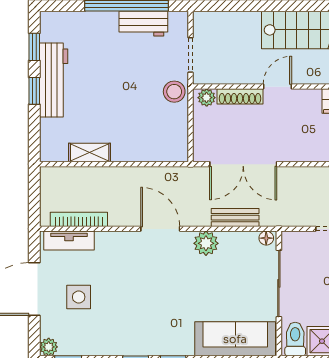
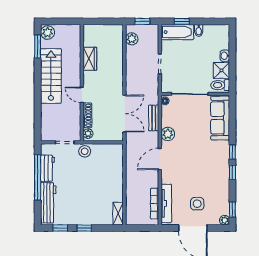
workbench: (54, 80) -> (48, 203), moved, turned 90
shelving: (90, 153) -> (118, 214), moved
tv unit: (69, 240) -> (166, 203), width x1.41

